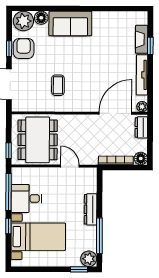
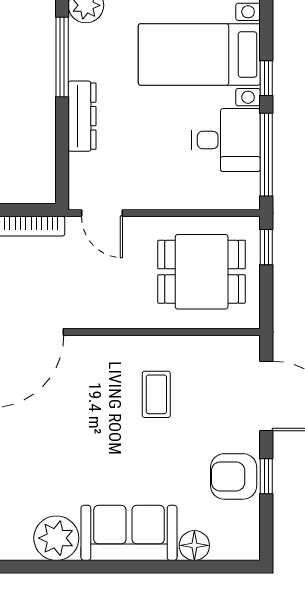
plant: (23, 21) -> (56, 538), moved
armchair: (24, 48) -> (234, 476), turned 90
dining table: (38, 140) -> (202, 272), width x0.73
door: (70, 166) -> (102, 213), moved

